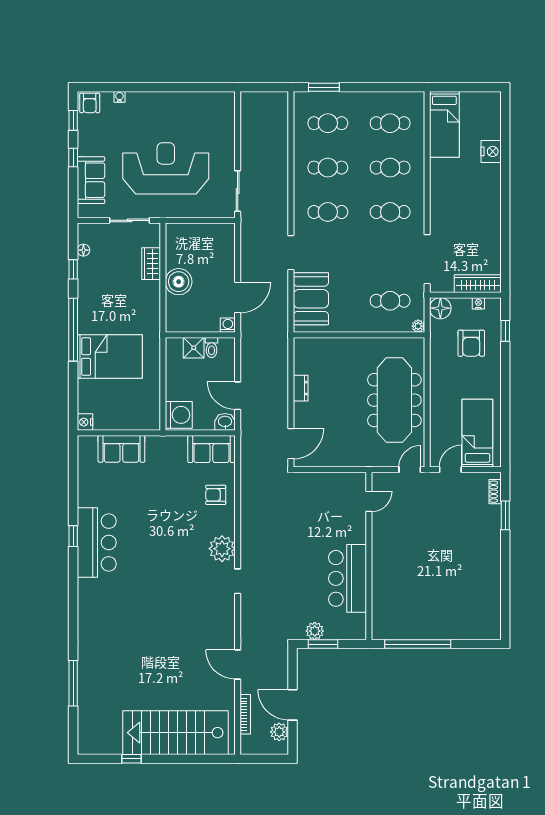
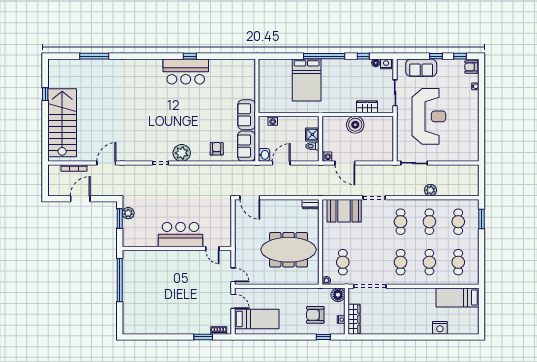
dresser: (301, 388) -> (311, 204), moved
meeting table: (394, 400) -> (289, 250), moved
washing machine: (179, 415) -> (273, 121), width x0.53, depth x0.53
nightstand: (85, 422) -> (386, 64), moved
sofa: (121, 449) -> (247, 115), moved
bar counter: (348, 578) -> (181, 235), moved
plant: (279, 732) -> (430, 190), moved

